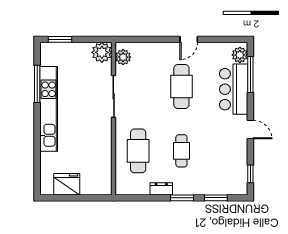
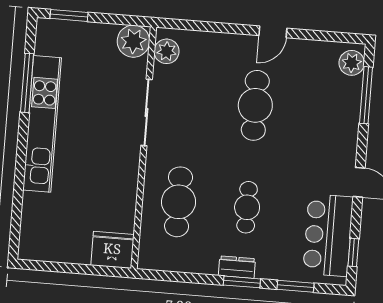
bar counter: (234, 89) -> (328, 235), moved
fridge: (67, 184) -> (112, 250), moved
dresser: (161, 189) -> (237, 267), moved

